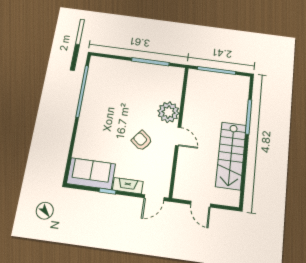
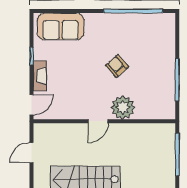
armchair: (142, 141) -> (117, 66), moved, turned -79
sofa: (91, 174) -> (61, 26), moved, turned 90
door: (154, 198) -> (32, 105), swing flipped

